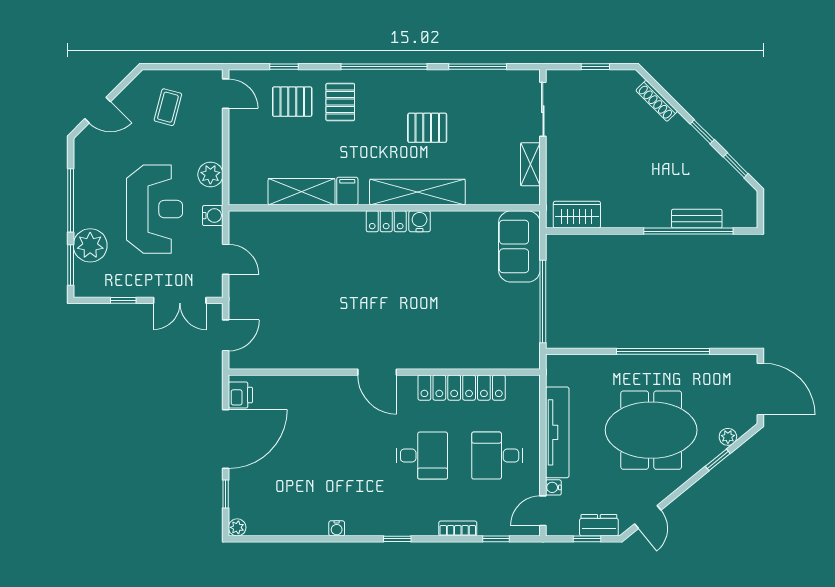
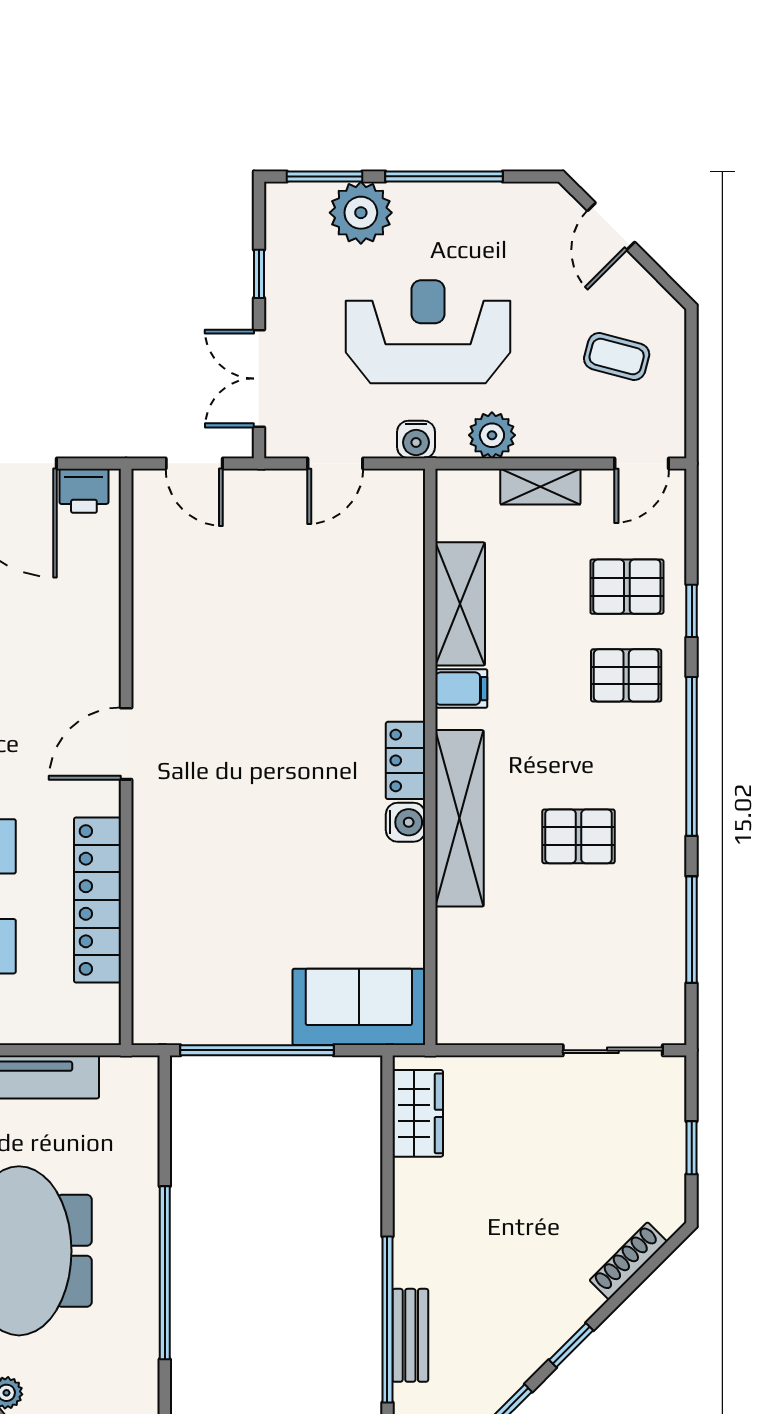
window: (284, 67) -> (692, 611), moved
pallet: (292, 102) -> (627, 587), turned 90
pallet: (427, 128) -> (579, 836), turned 90
shelving: (530, 164) -> (540, 487), moved
reception desk: (154, 209) -> (428, 332), turned 180

